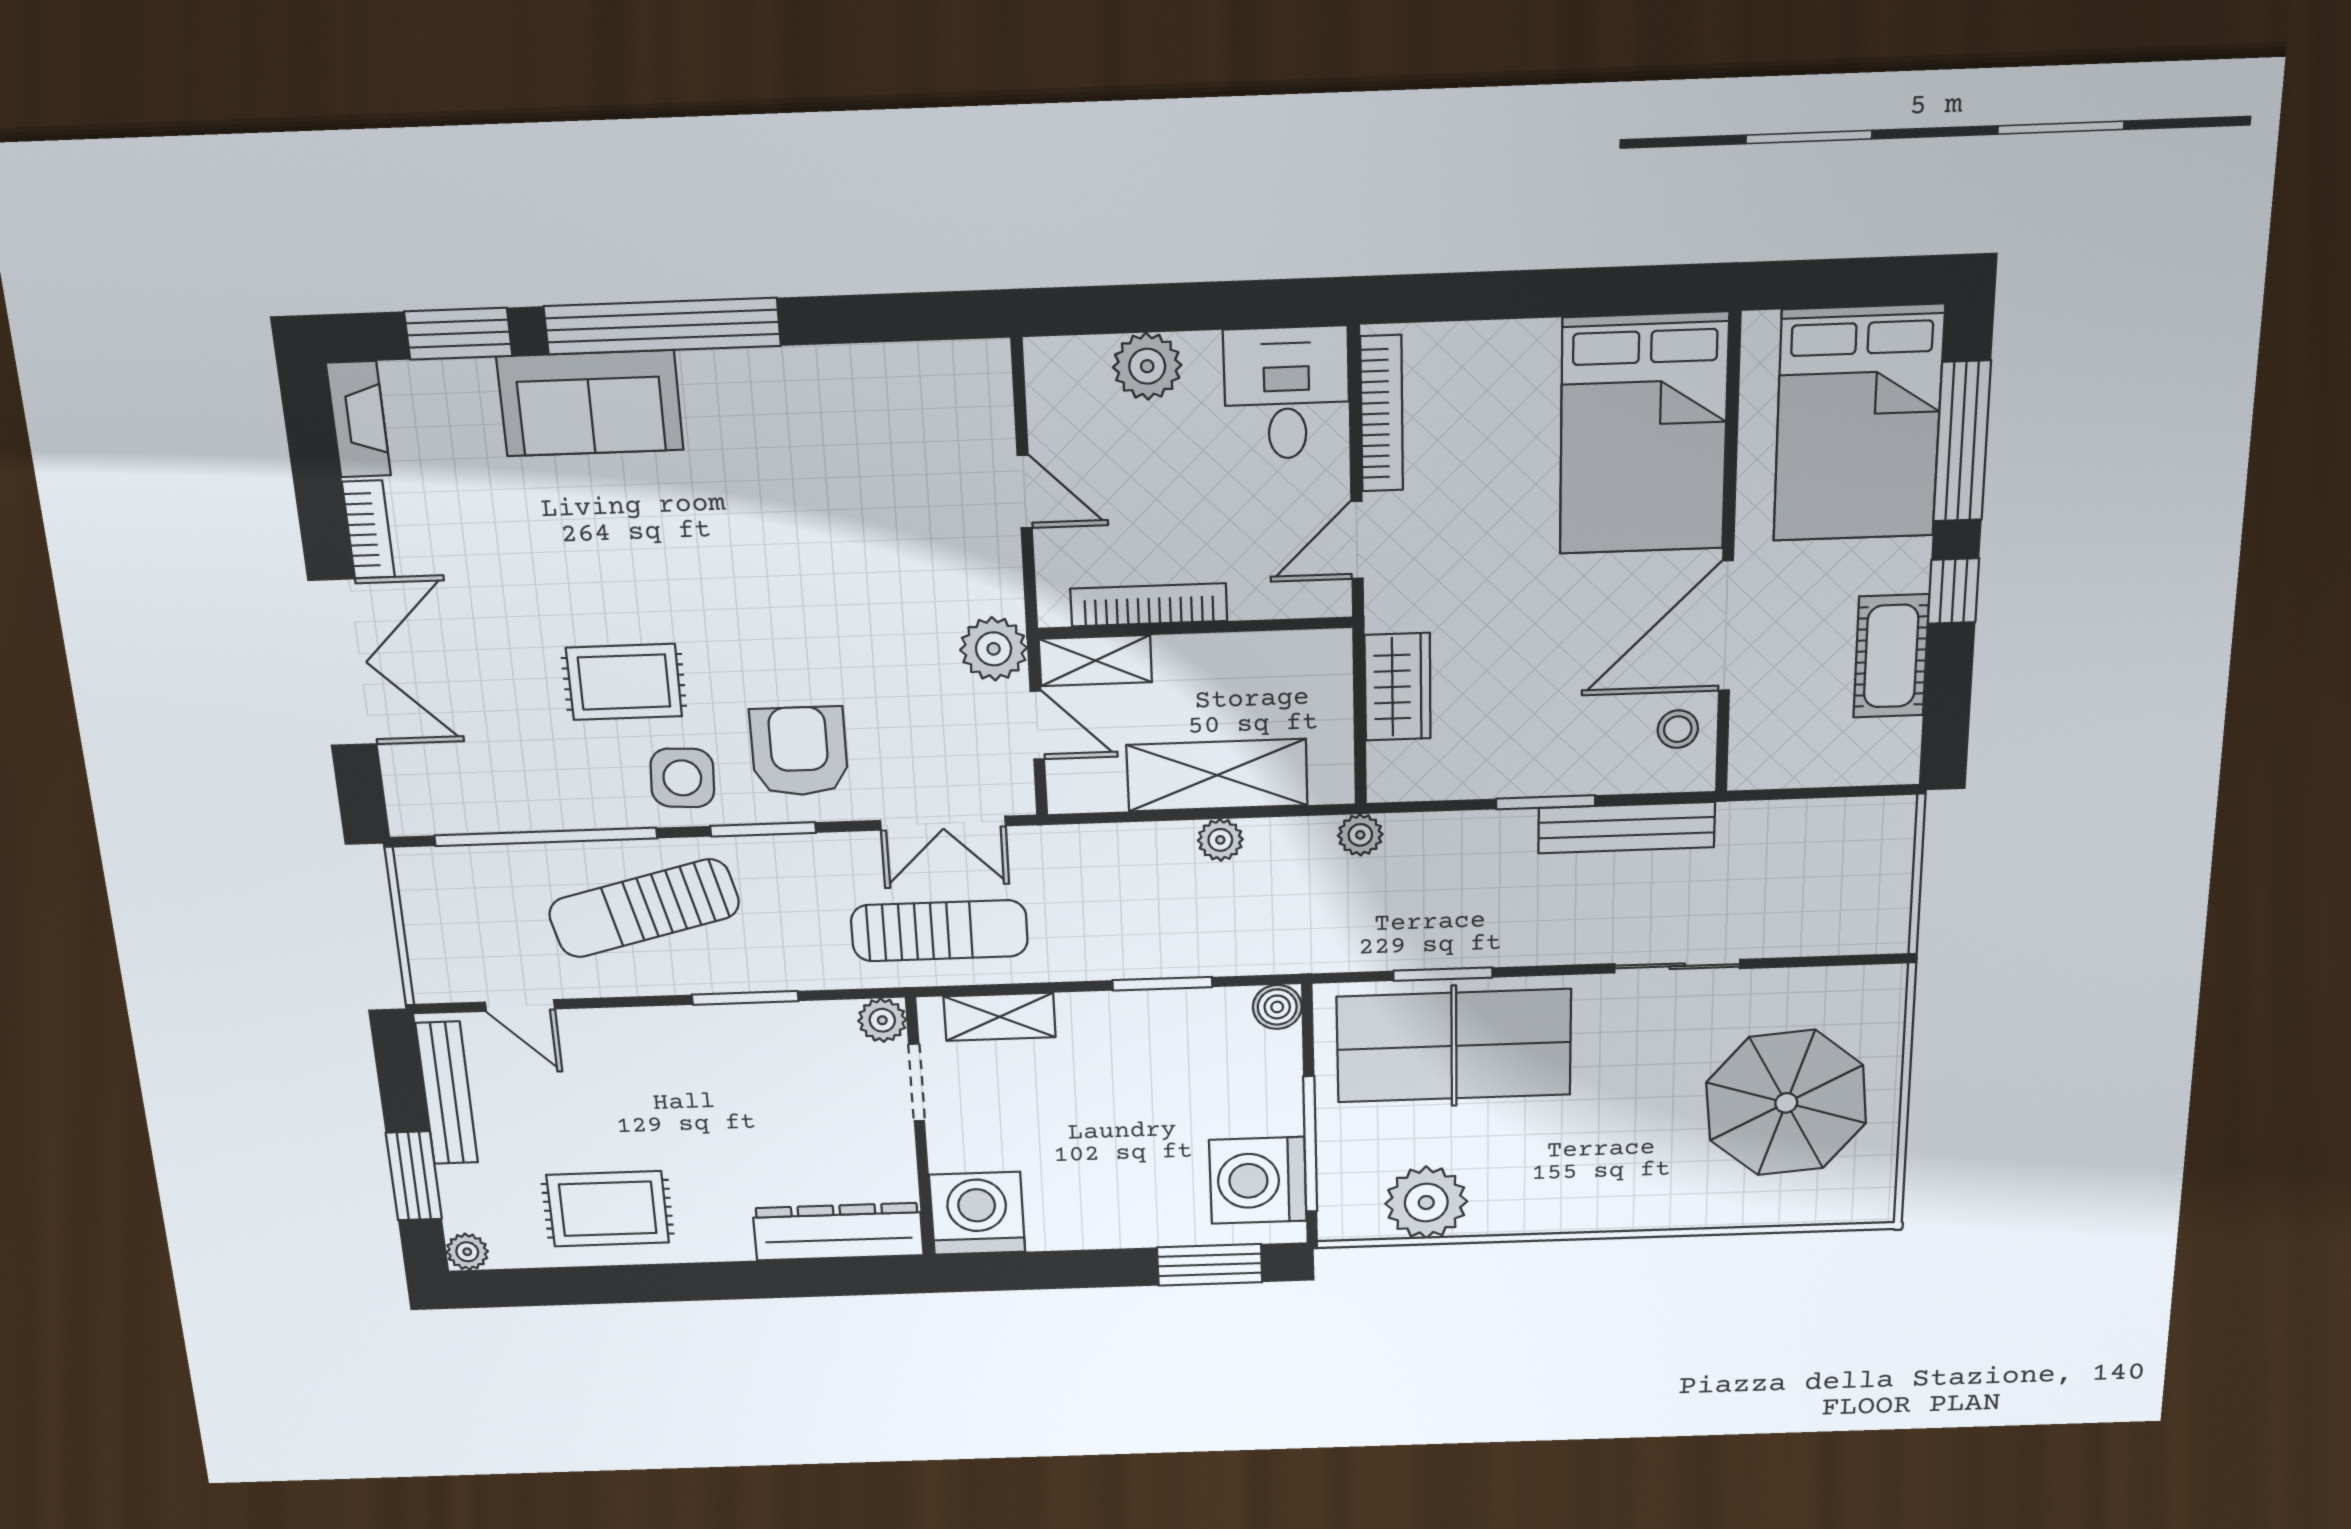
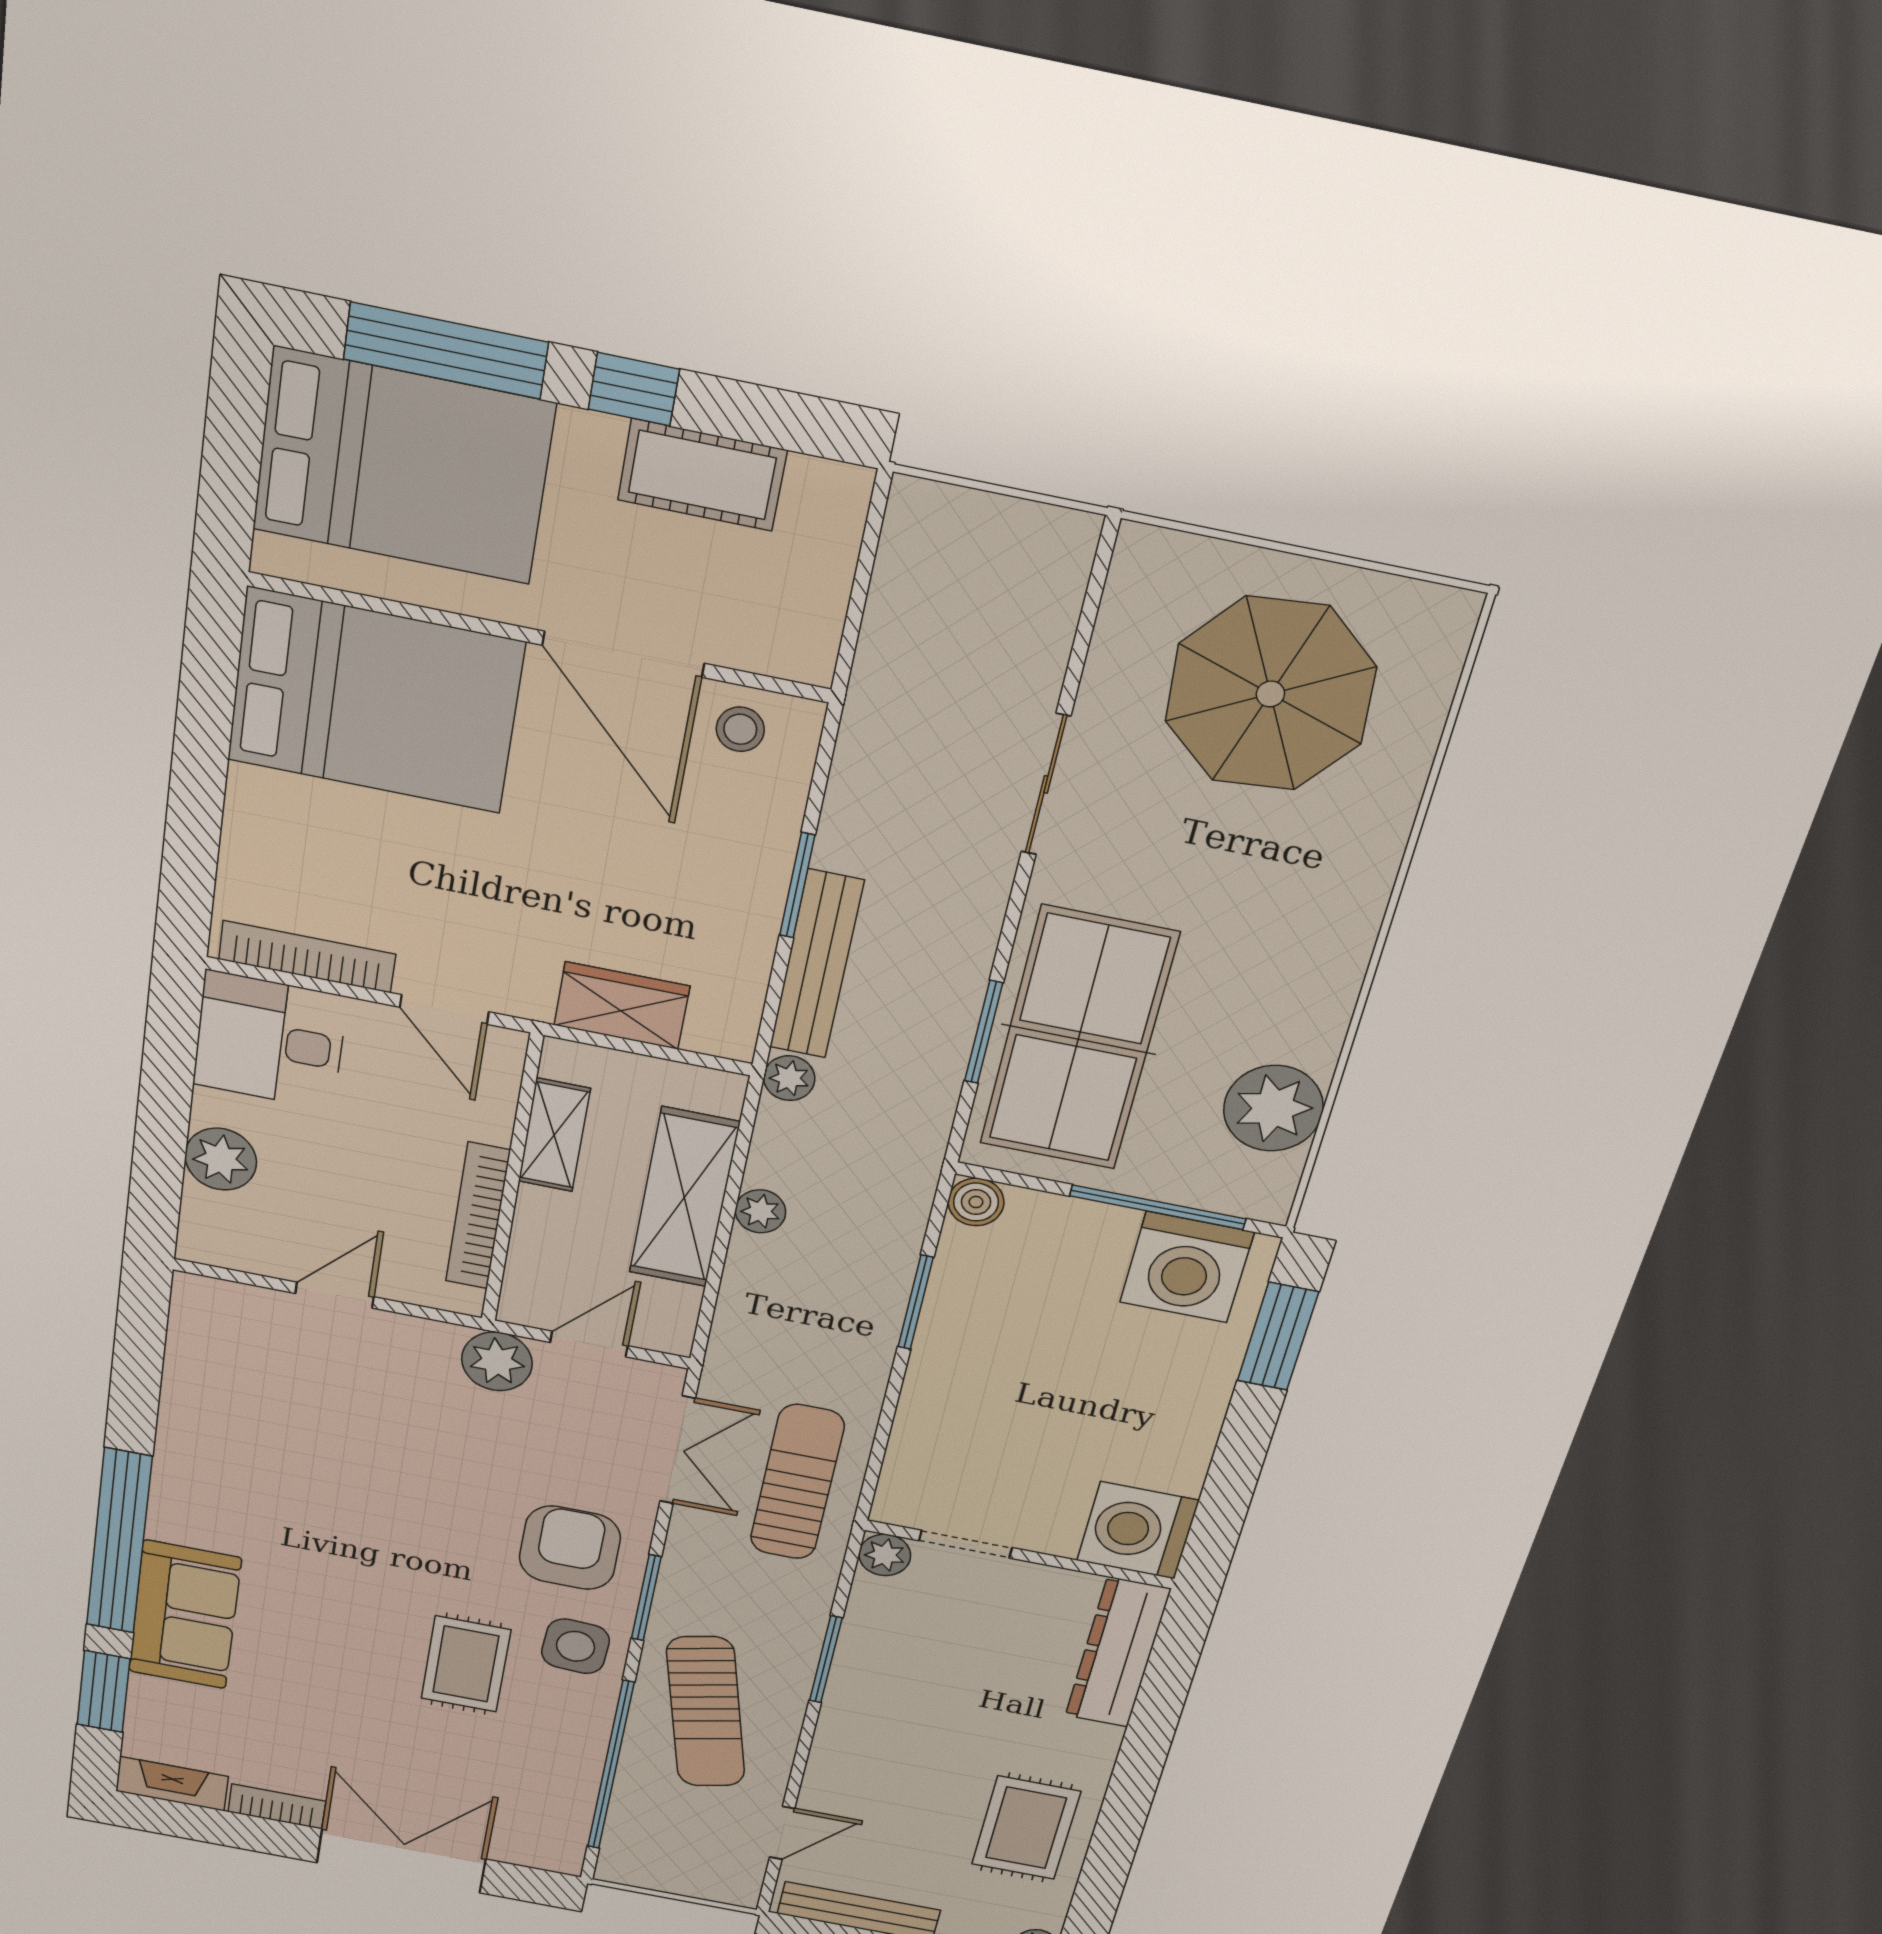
shelving: (1095, 661) -> (554, 1135), moved
armchair: (799, 751) -> (570, 1548), turned 90
bench: (1626, 828) -> (816, 964), moved
shelving: (1000, 1017) -> (911, 1455), removed

